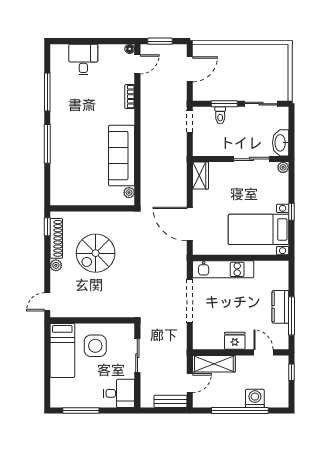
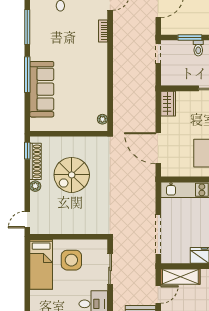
toilet: (220, 115) -> (198, 48), moved
sofa: (122, 156) -> (42, 89), moved, turned 180
doorway: (190, 301) -> (158, 234), moved

